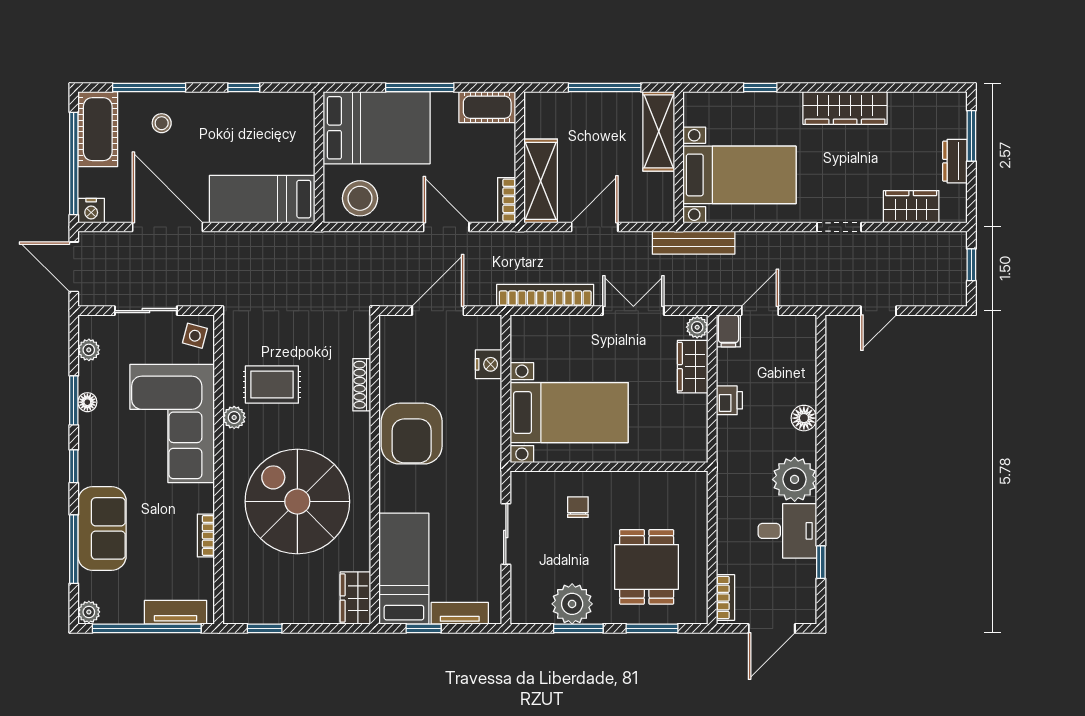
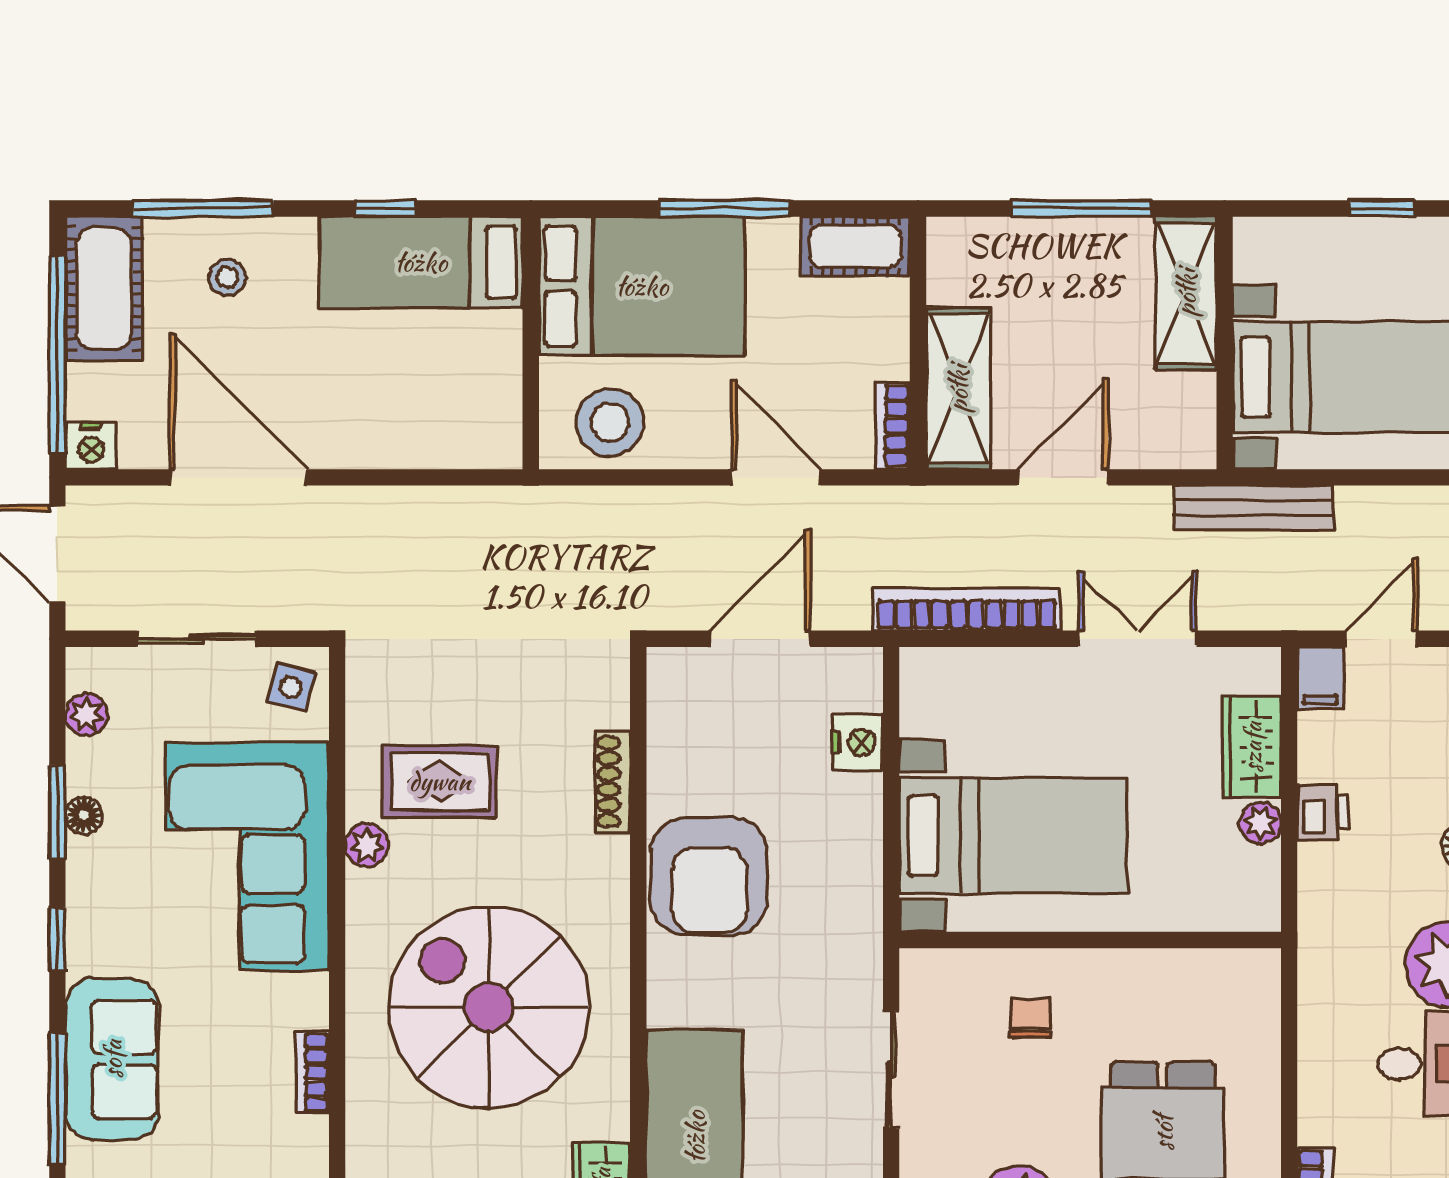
bed: (262, 199) -> (421, 262), moved
plant: (697, 327) -> (1260, 823), moved

